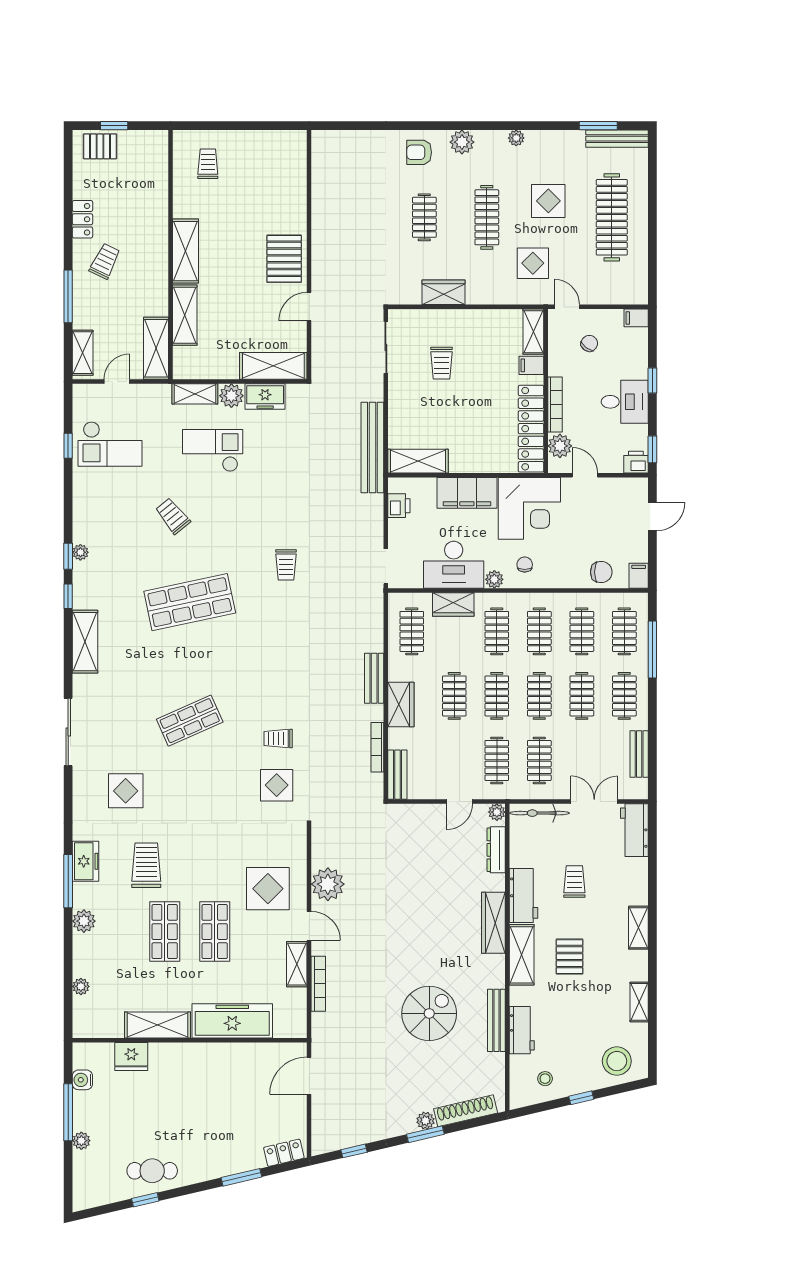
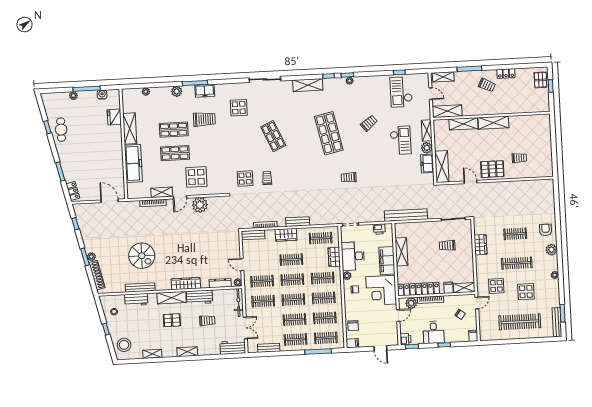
trolley: (208, 164) -> (519, 158), moved
shelving: (418, 461) -> (401, 252), moved

